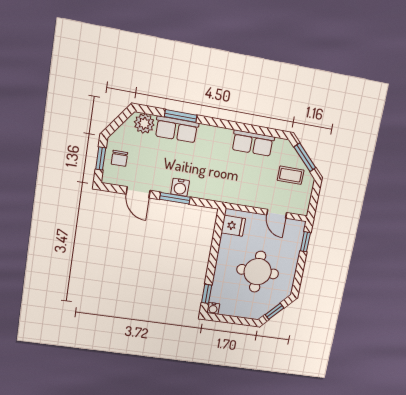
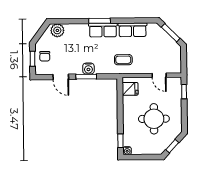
window: (181, 116) -> (100, 21), moved
row of seats: (177, 129) -> (103, 30), moved
coffee table: (291, 175) -> (123, 60), moved

